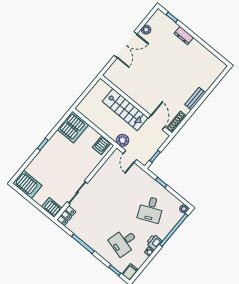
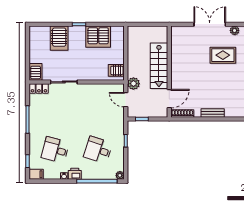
double door: (126, 45) -> (210, 24), swing flipped
rug: (158, 54) -> (223, 55), added
server rack: (73, 127) -> (98, 37), moved
door: (130, 156) -> (126, 100), hinge flipped
server rack: (27, 184) -> (59, 38), moved
desk: (151, 209) -> (98, 150), turned 42

